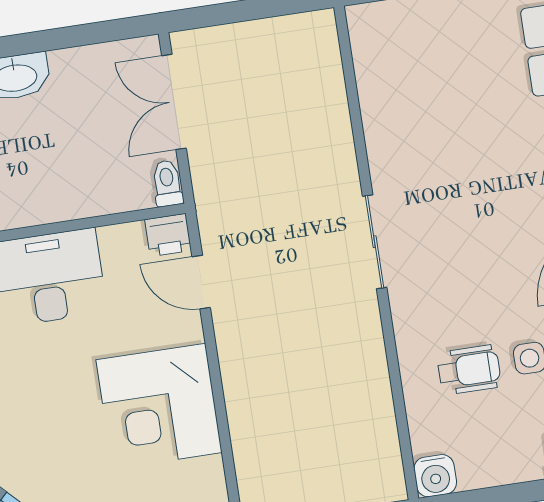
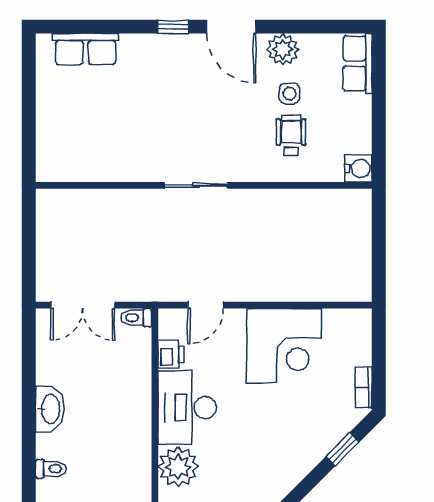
printer: (168, 235) -> (171, 354), moved

